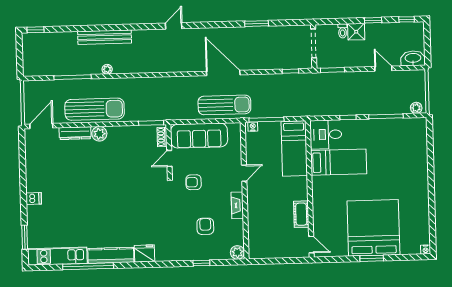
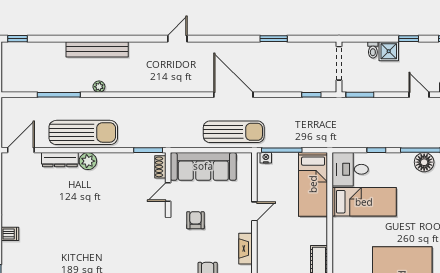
floor lamp: (389, 127) -> (424, 162), added
armchair: (194, 182) -> (195, 220), turned 90

